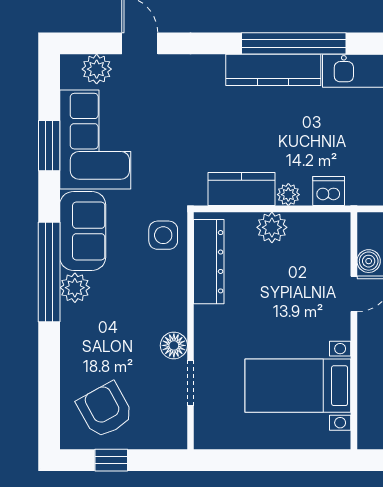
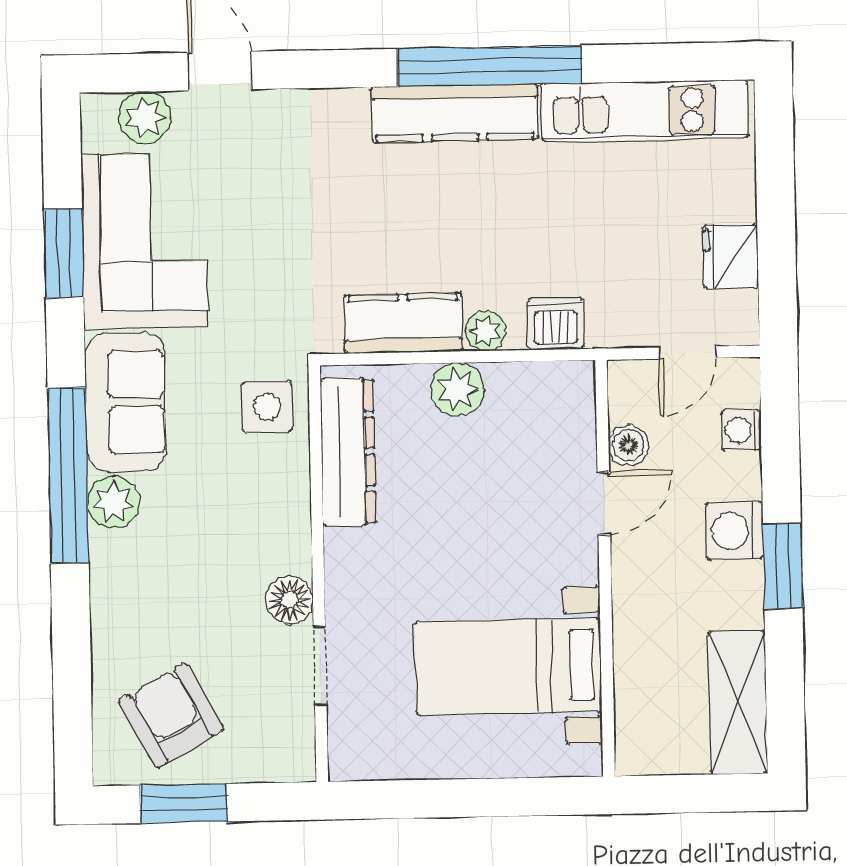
window: (111, 460) -> (183, 803), width x1.50

